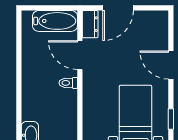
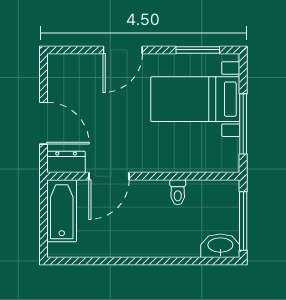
toilet: (68, 83) -> (178, 192), moved
window: (171, 119) -> (198, 50), width x1.50

